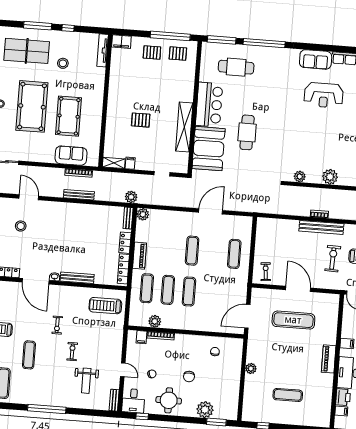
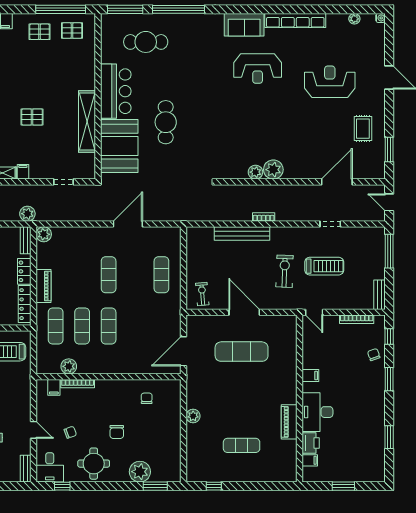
plant: (300, 177) -> (255, 172), moved
bench: (321, 227) -> (242, 234), moved
piano: (329, 359) -> (289, 422), moved

